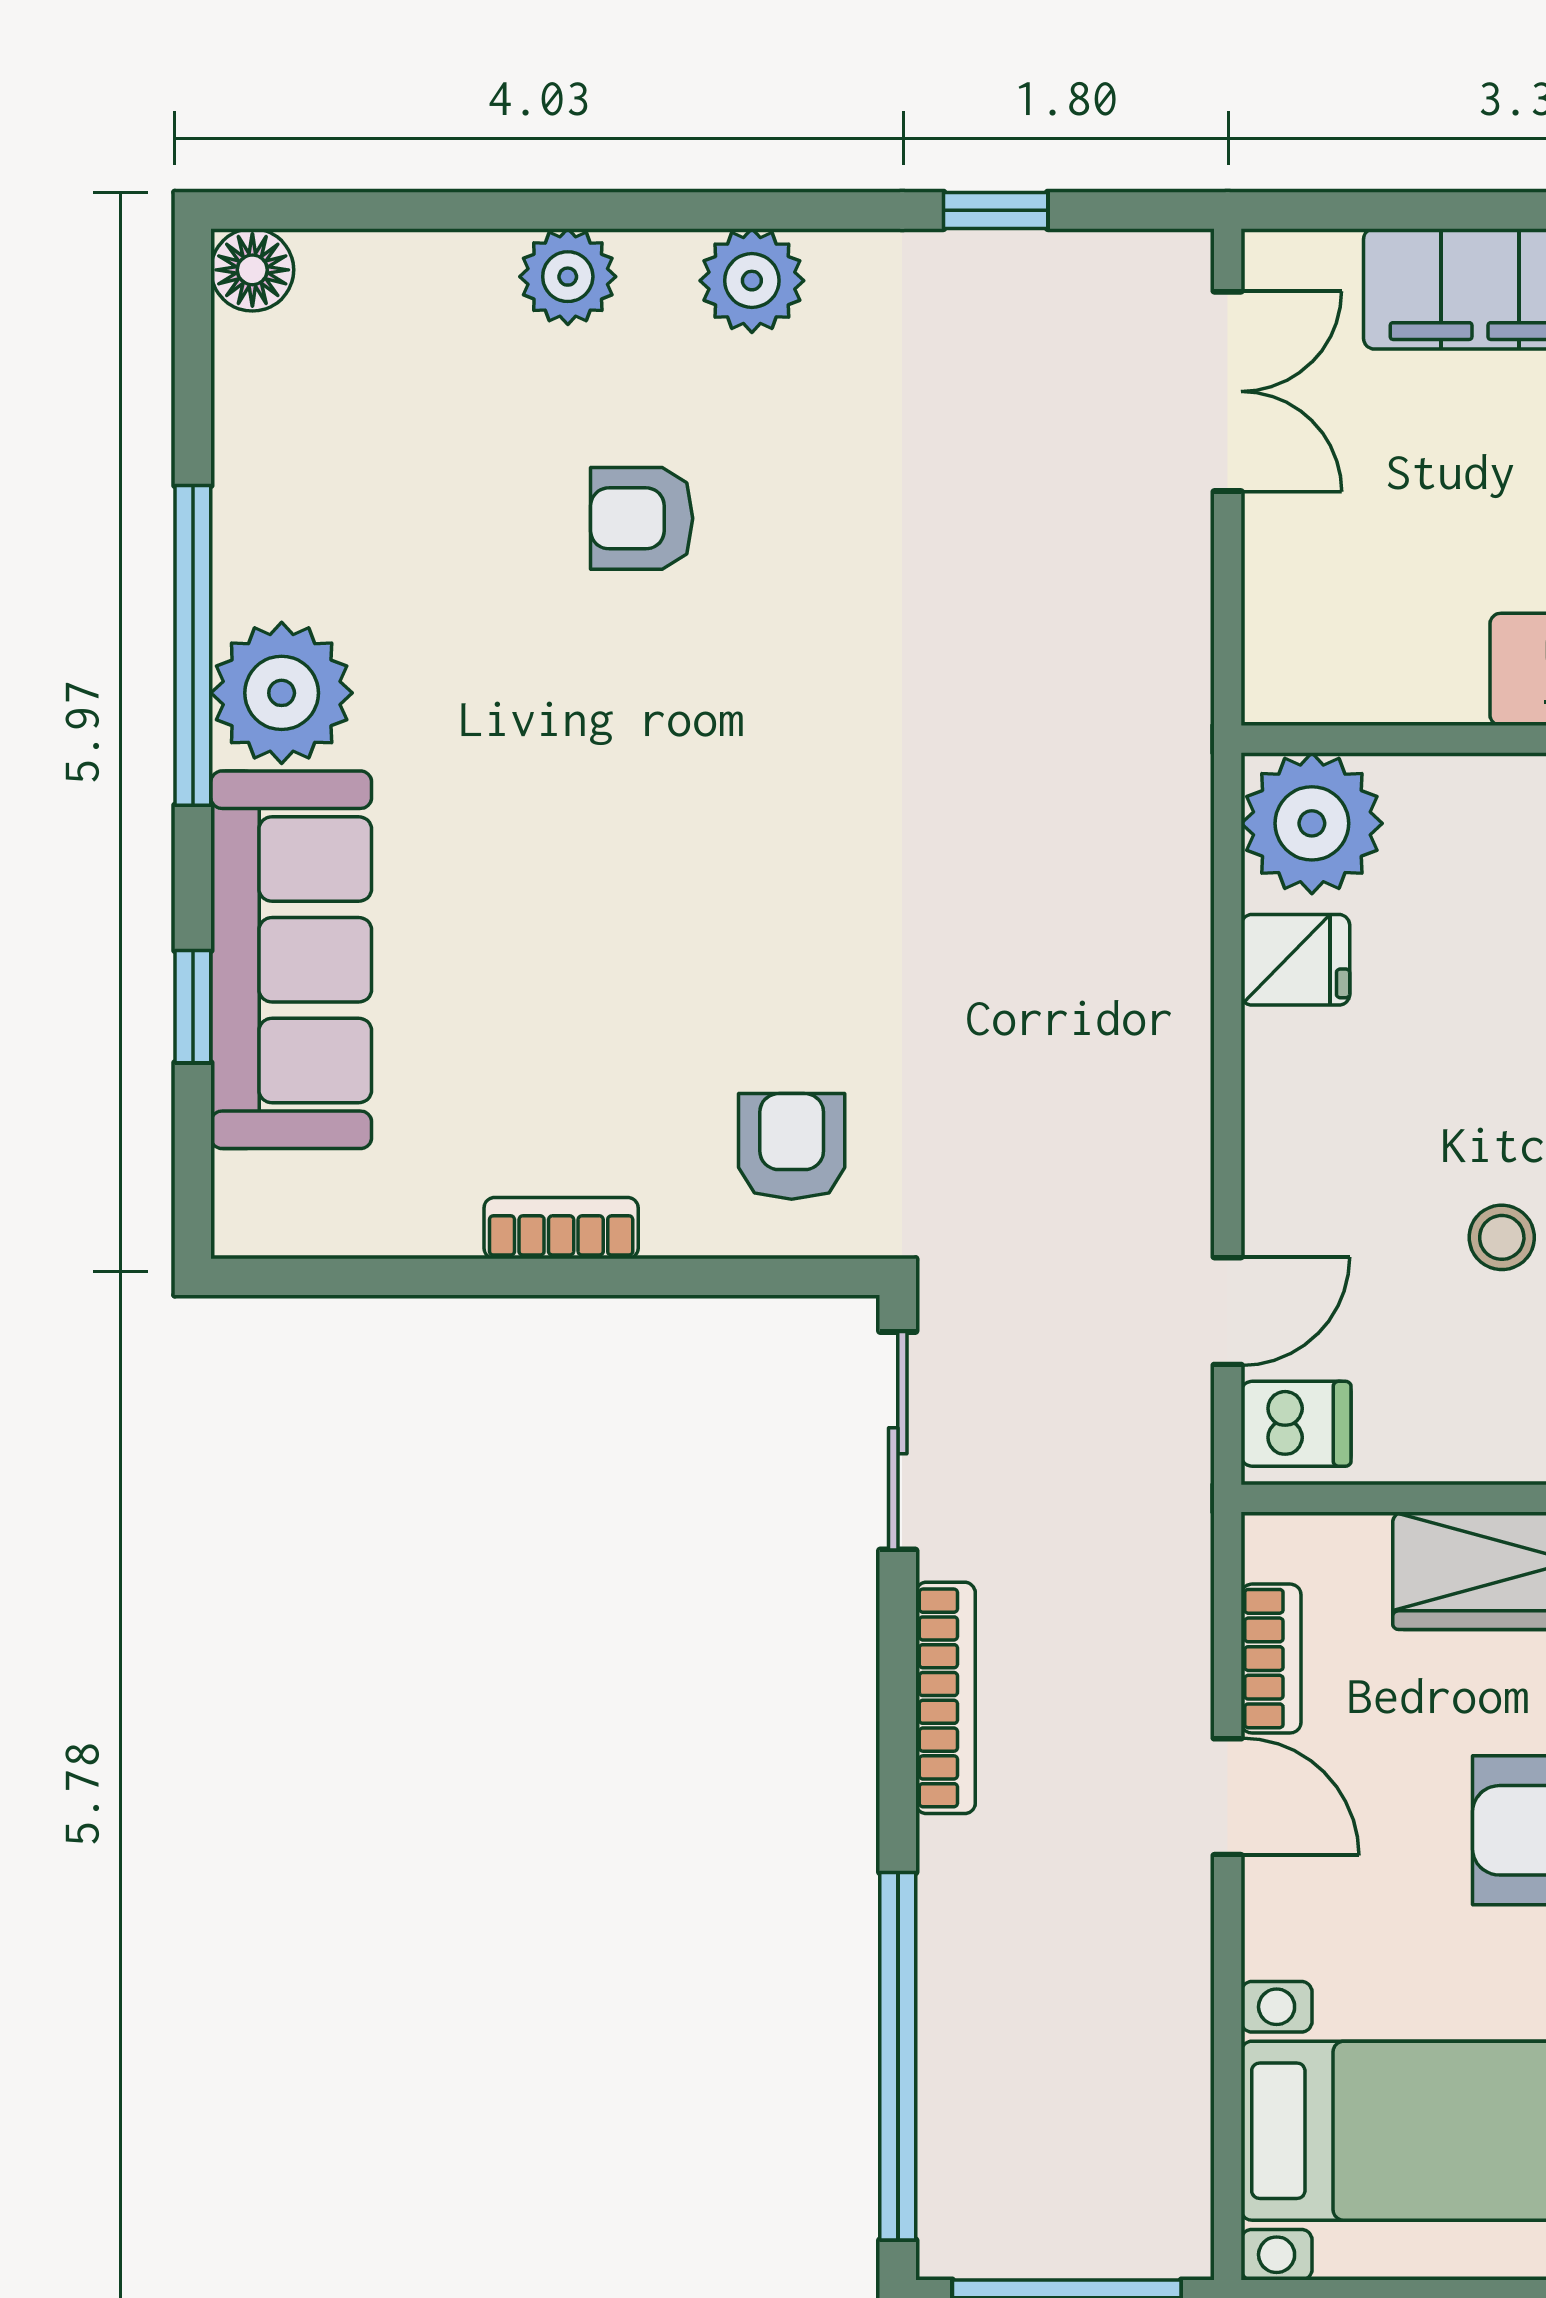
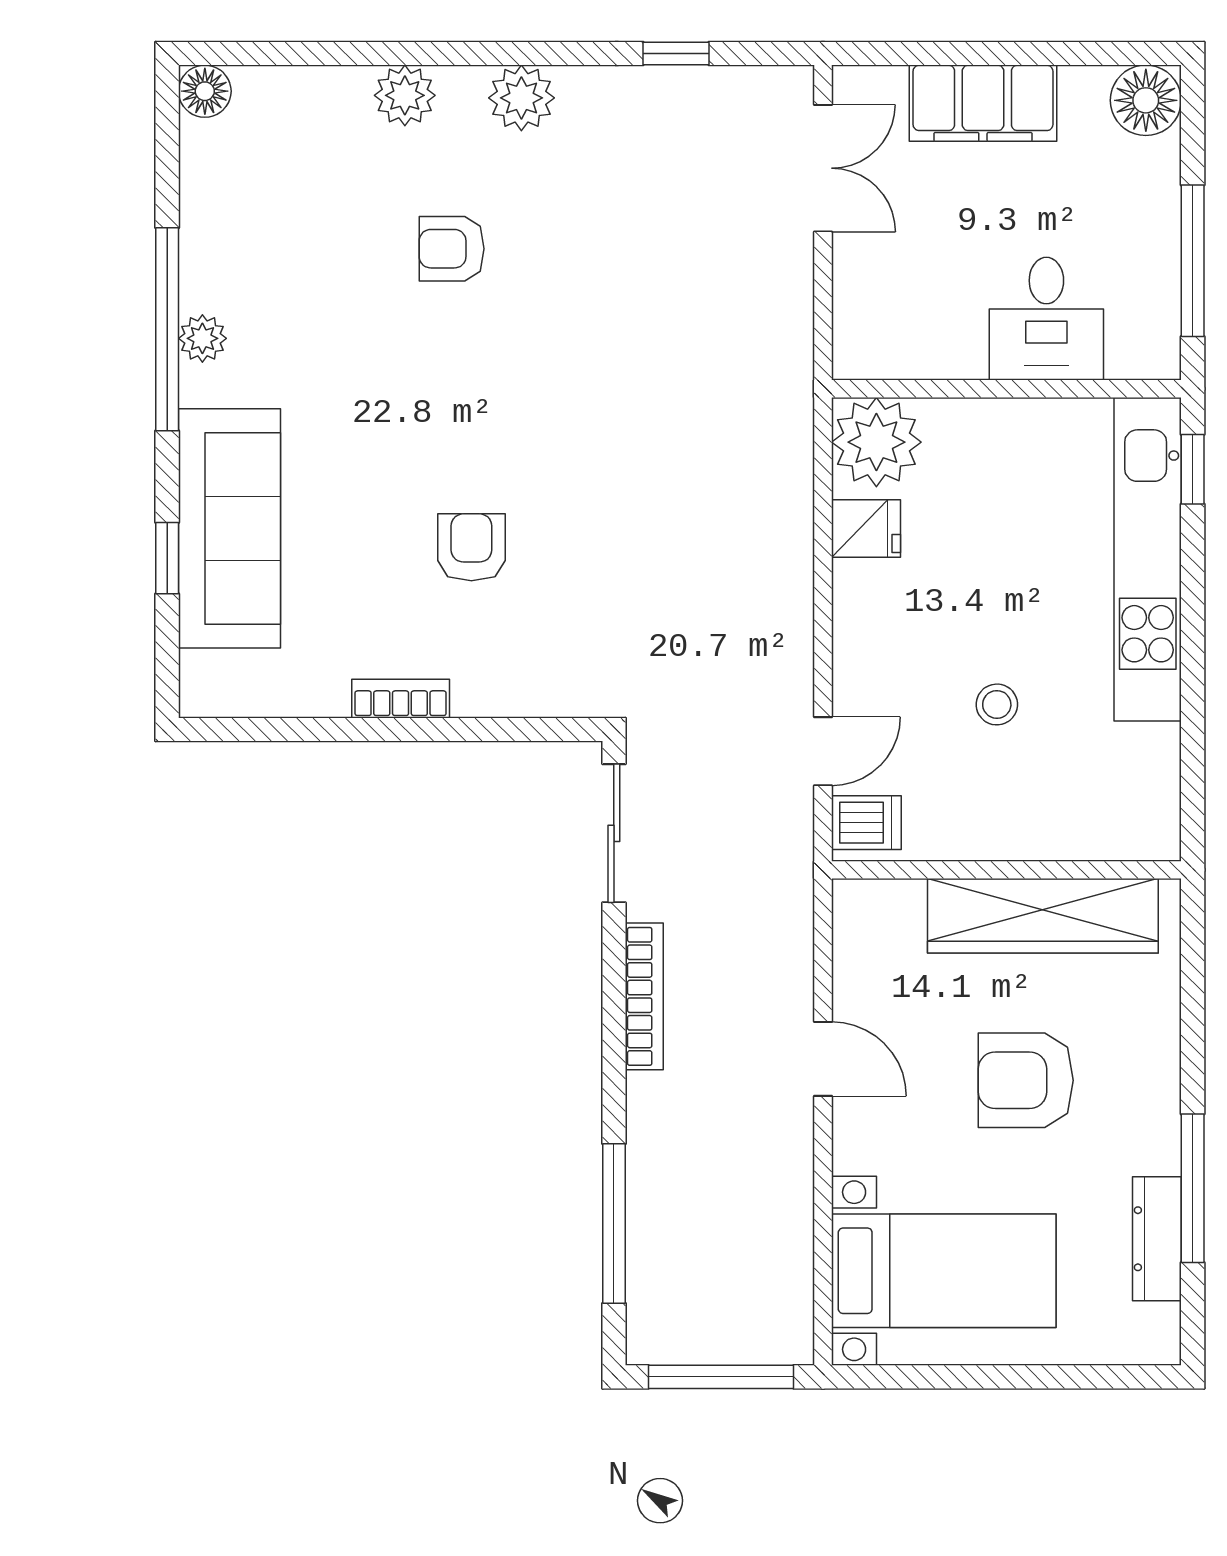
plant: (282, 693) -> (202, 338), width x0.53, depth x0.53
armchair: (792, 1146) -> (471, 547), moved
bookcase: (1271, 1659) -> (851, 971), removed
window: (898, 2056) -> (614, 1223), width x0.68

